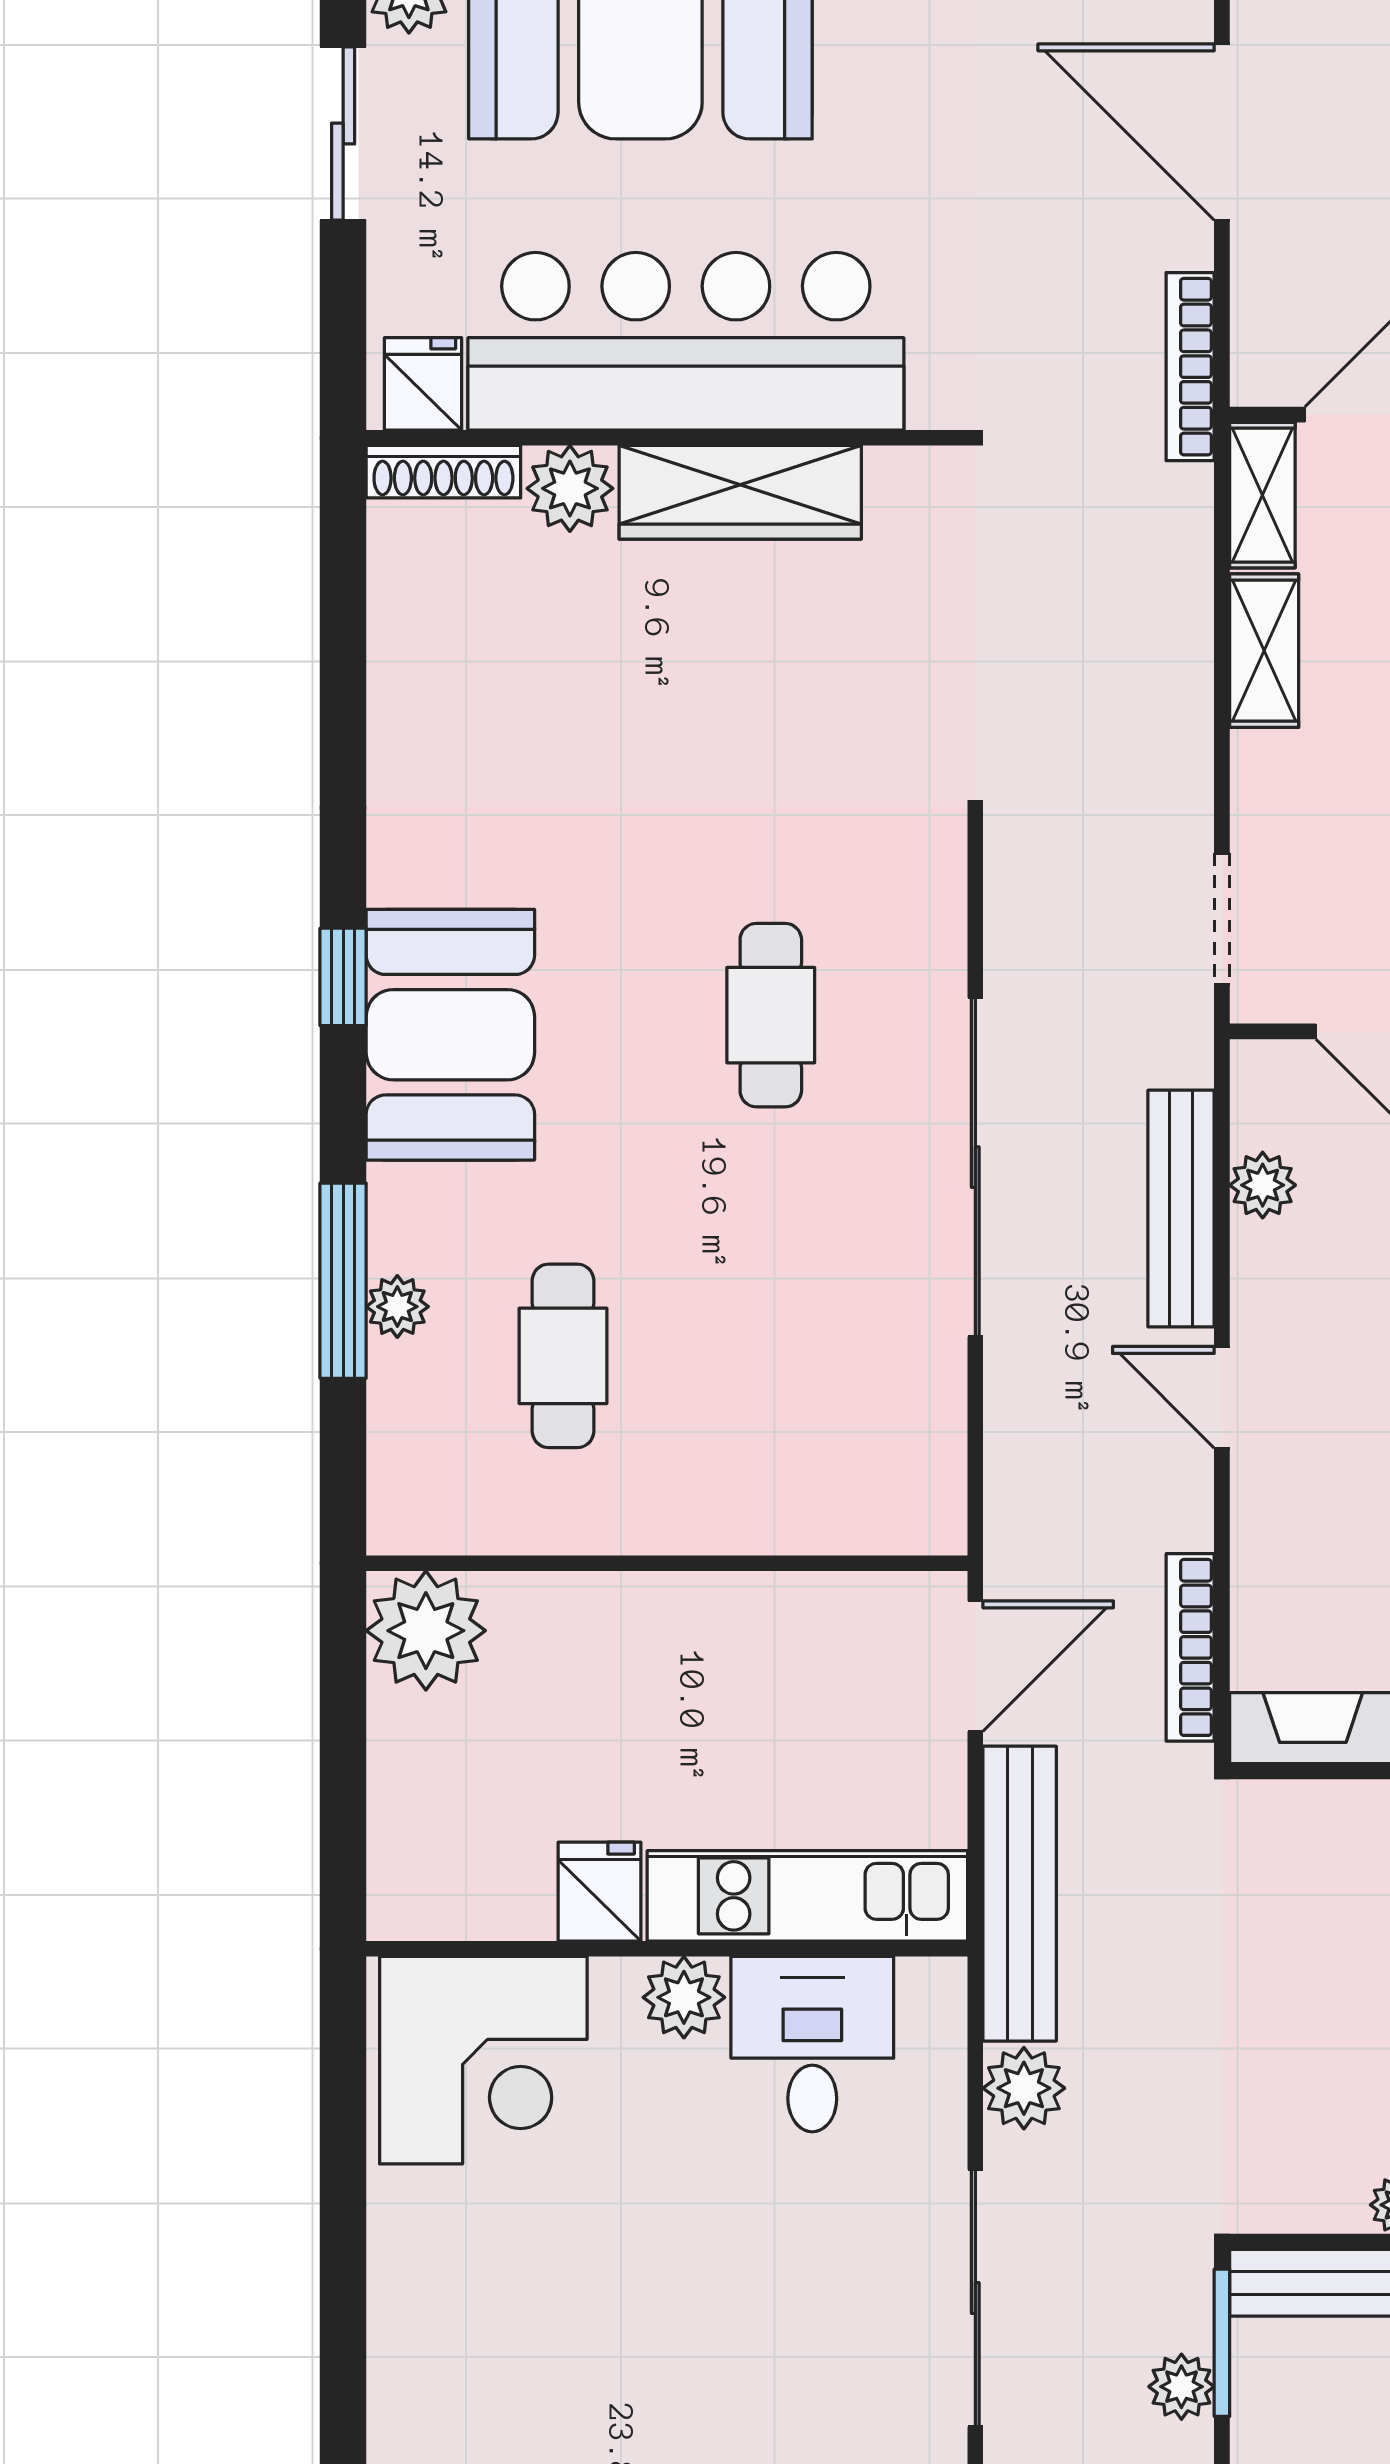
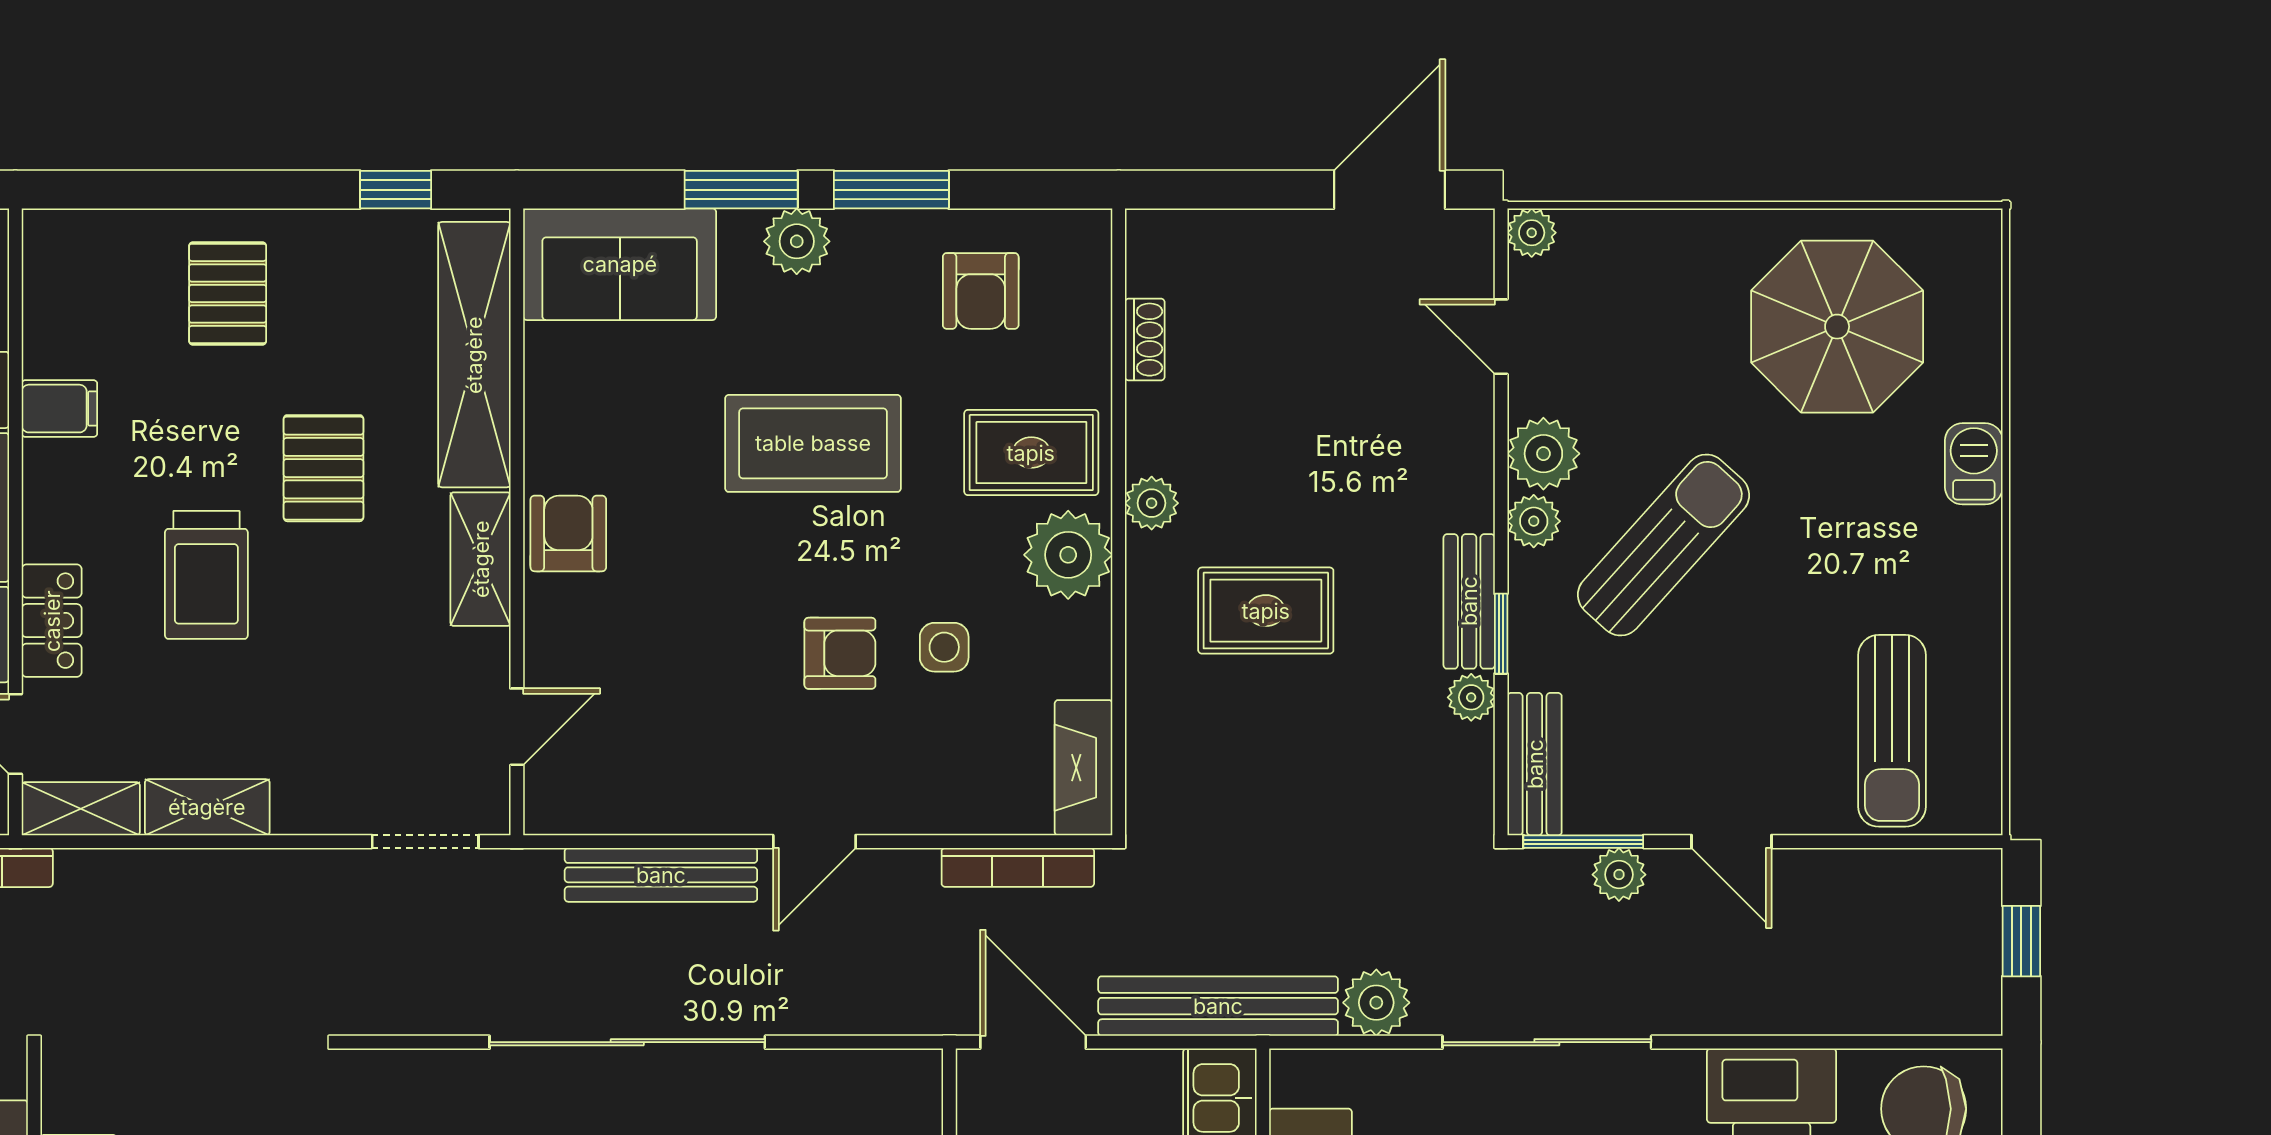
plant: (1263, 1185) -> (642, 809), removed

